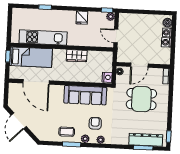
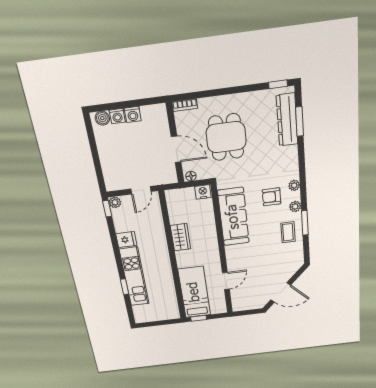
kitchen unit: (43, 37) -> (134, 277), moved, turned 180
door: (36, 82) -> (226, 281), width x0.53

